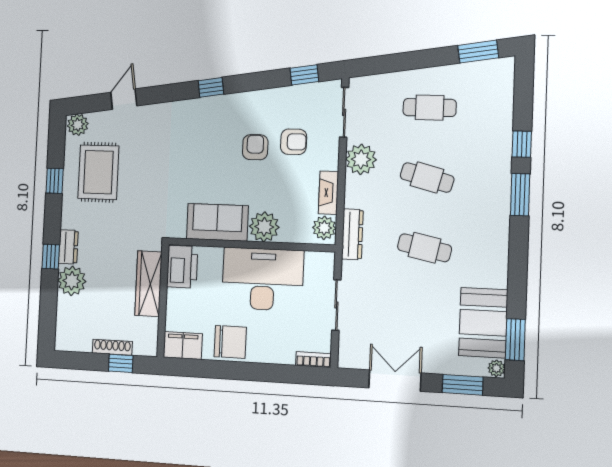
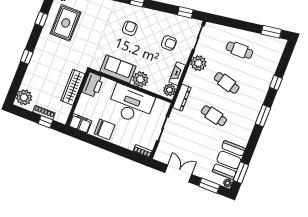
armchair: (255, 147) -> (130, 28), moved
window: (520, 195) -> (263, 116), moved
dresser: (68, 247) -> (38, 55), removed
plant: (72, 281) -> (24, 97), moved

